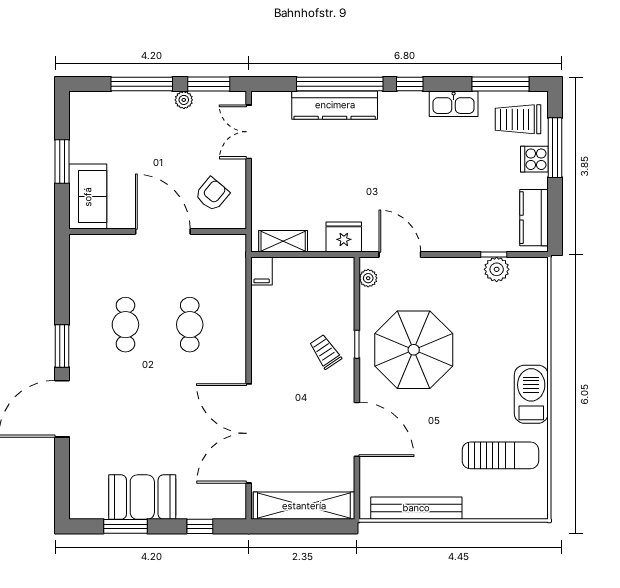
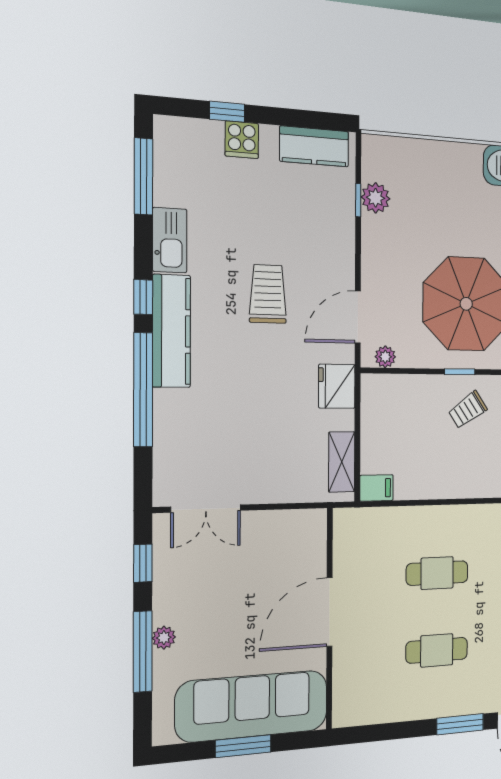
window: (209, 84) -> (143, 563), width x0.67
plant: (184, 100) -> (164, 638), moved
kitchen counter: (335, 105) -> (171, 331), moved
trolley: (518, 119) -> (268, 294), moved, turned 180
window: (555, 148) -> (227, 112), width x0.46
armchair: (212, 194) -> (284, 552), removed
sofa: (88, 197) -> (252, 706), width x1.85, depth x1.27

